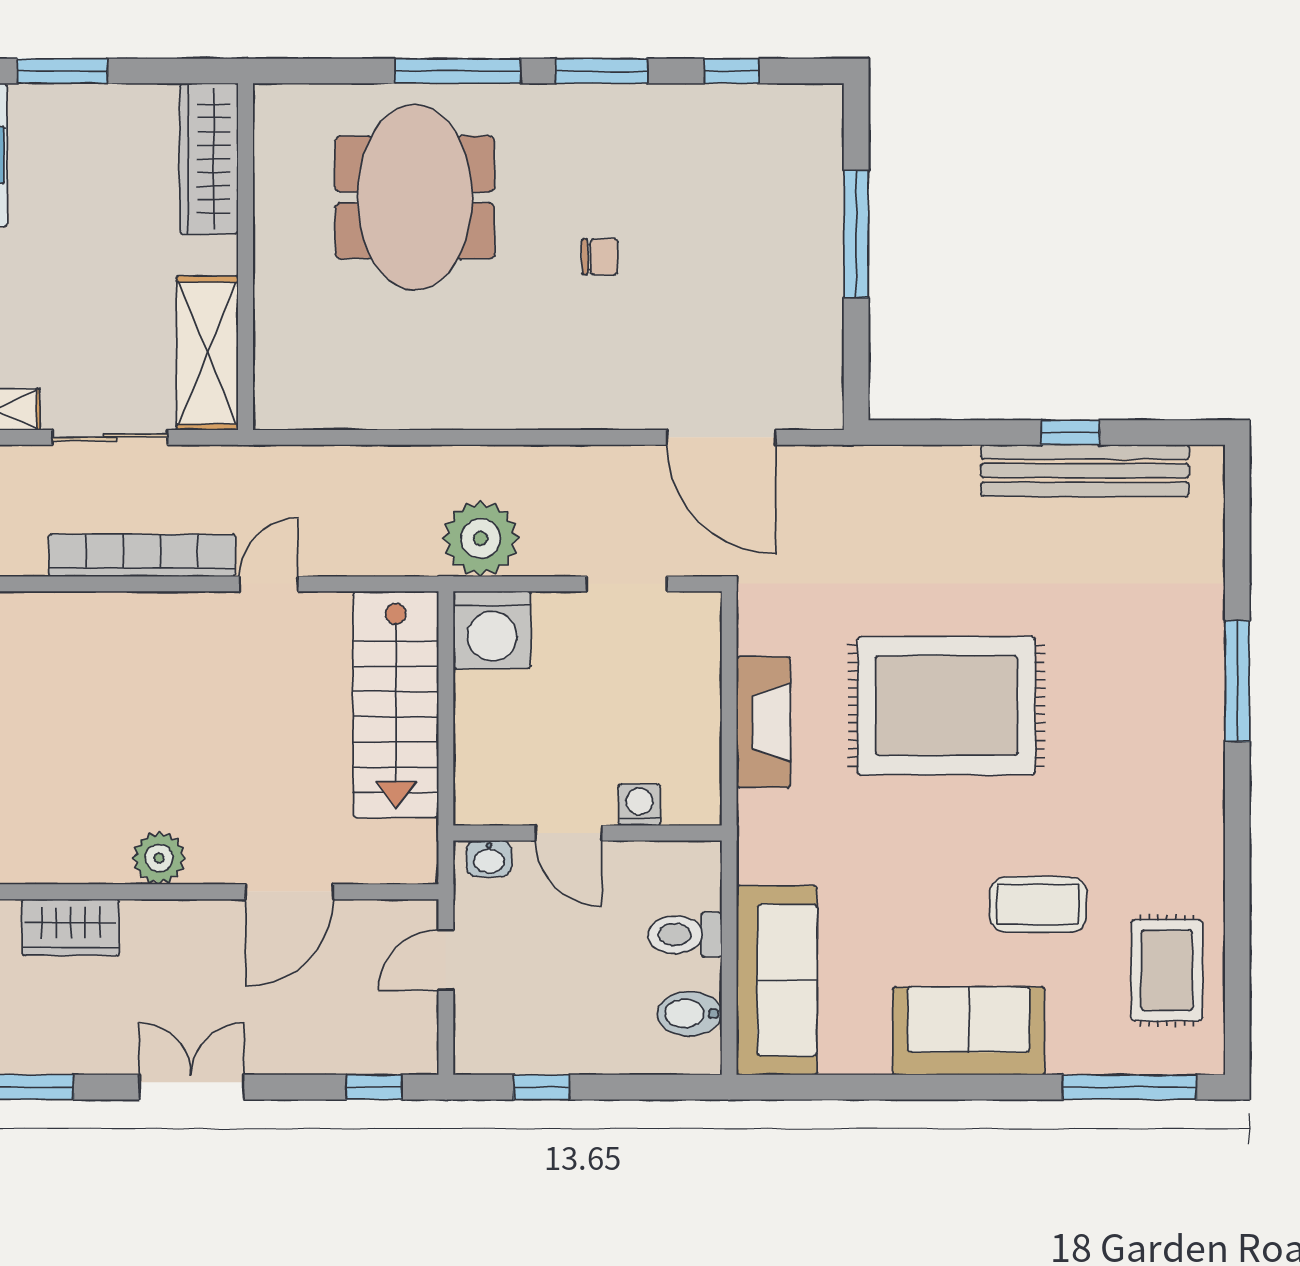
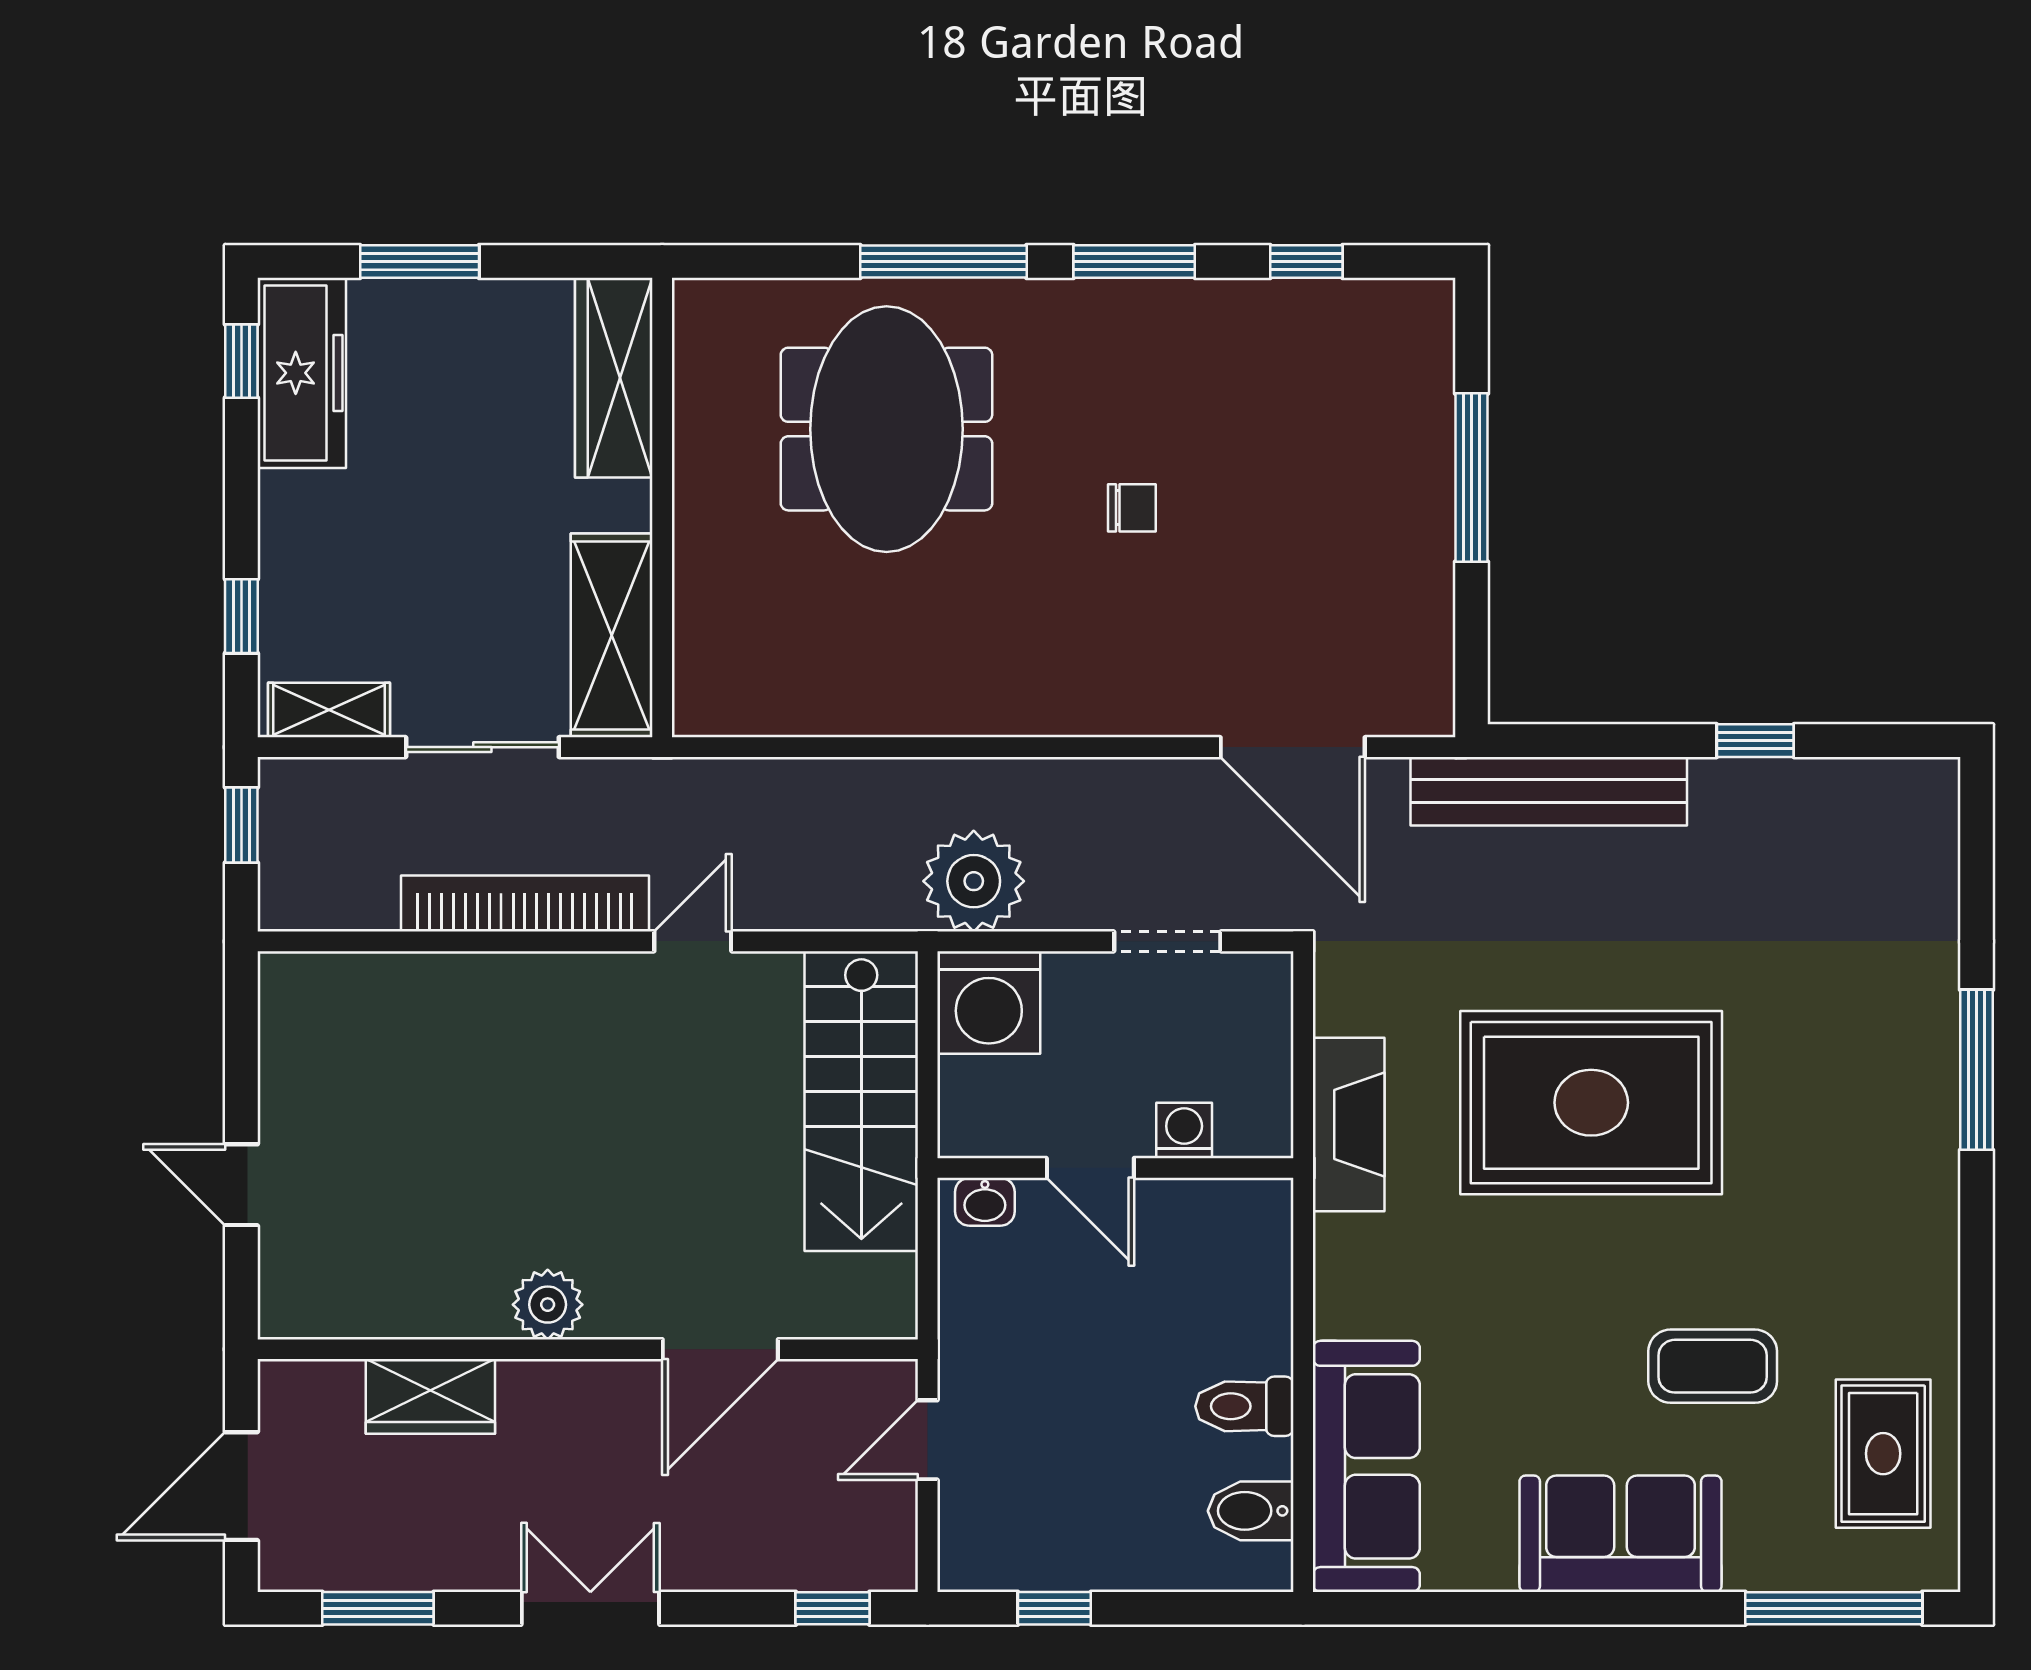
bench: (1085, 471) -> (1549, 791), moved
washing machine: (639, 805) -> (1184, 1130), moved
door: (569, 833) -> (1090, 1168), moved
wall: (587, 833) -> (1115, 1168), moved
washbasin: (489, 859) -> (985, 1202), moved

